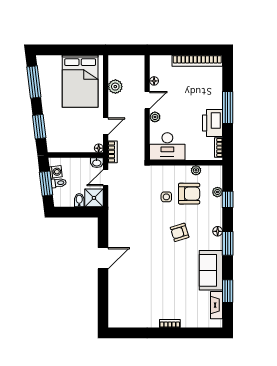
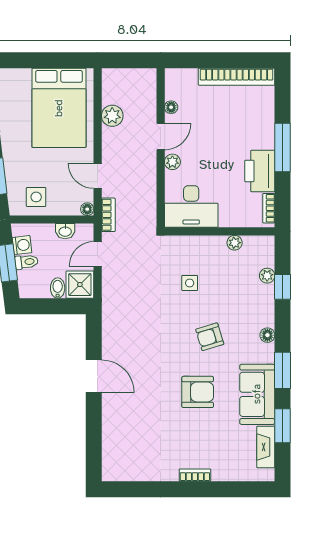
door: (106, 126) -> (98, 176), swing flipped
side table: (65, 140) -> (36, 197), added
washbasin: (97, 163) -> (65, 231), moved
armchair: (189, 194) -> (198, 392), moved
window: (228, 243) -> (283, 370), moved
door: (103, 258) -> (94, 376), hinge flipped

